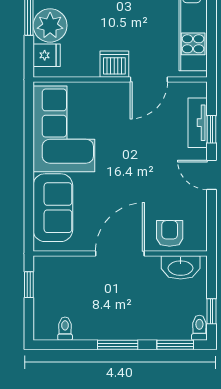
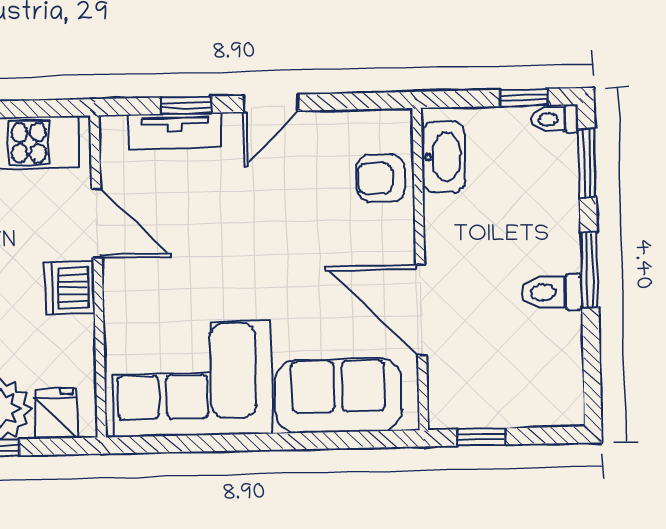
door: (120, 254) -> (421, 310), moved
toilet: (65, 329) -> (552, 292), moved, width x1.37, depth x1.39

